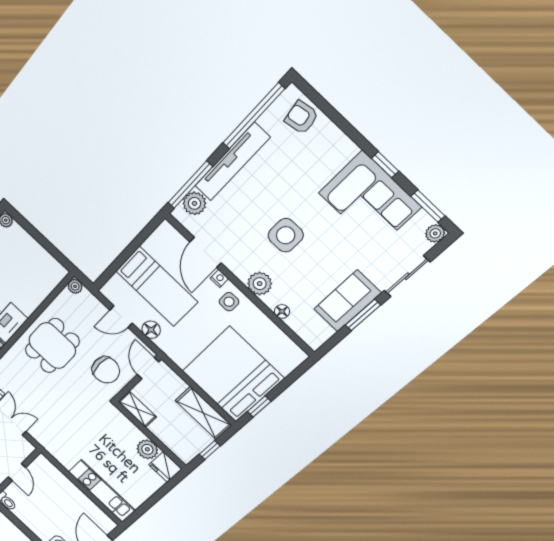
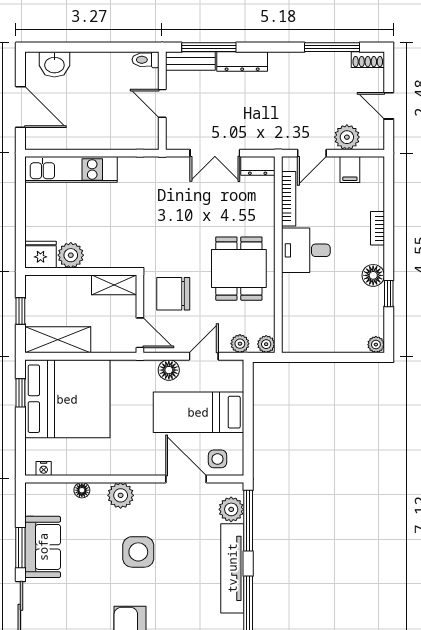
nightstand: (219, 278) -> (44, 469), moved
plant: (91, 302) -> (240, 344), added
side table: (229, 302) -> (217, 459), moved

